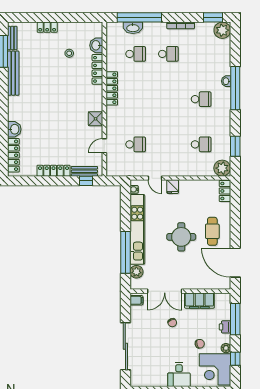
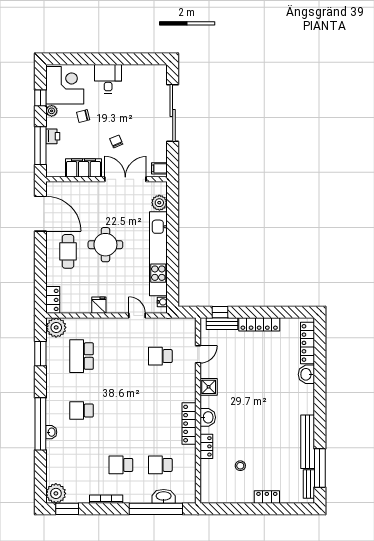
washbasin: (96, 45) -> (208, 417), moved
locker: (97, 69) -> (206, 446), width x0.66
school desk: (201, 144) -> (82, 356), width x1.85
fridge: (173, 187) -> (99, 305), moved
window: (125, 252) -> (173, 226), removed

